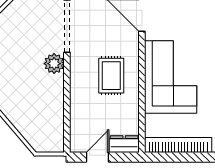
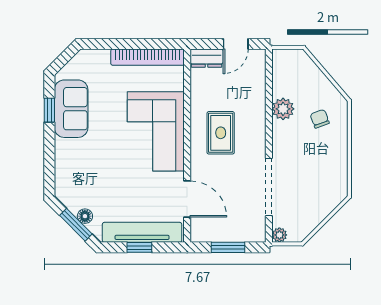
plant: (54, 64) -> (283, 109), moved
chair: (21, 89) -> (320, 119), added

